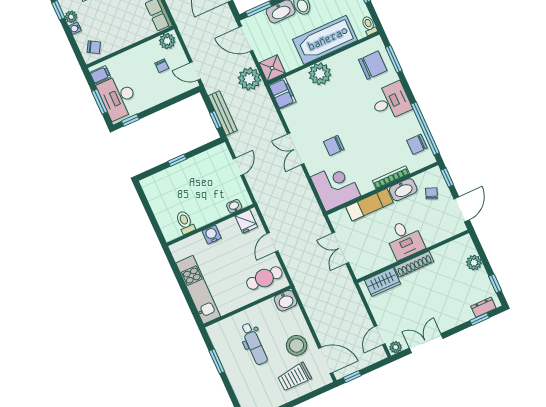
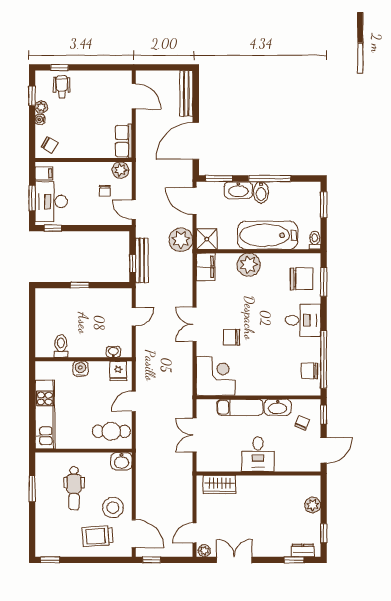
bookcase: (391, 177) -> (271, 391), removed
shoe rack: (414, 264) -> (256, 481), removed

